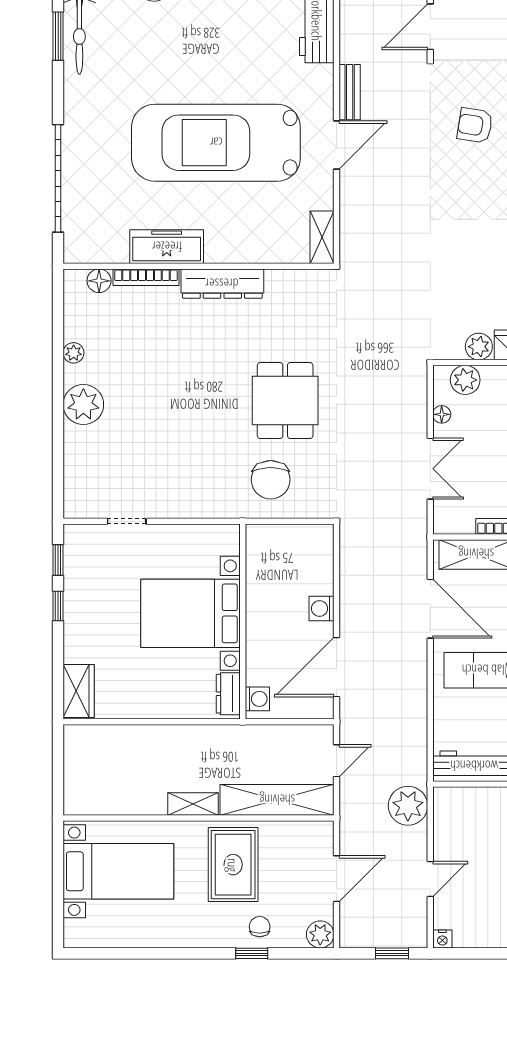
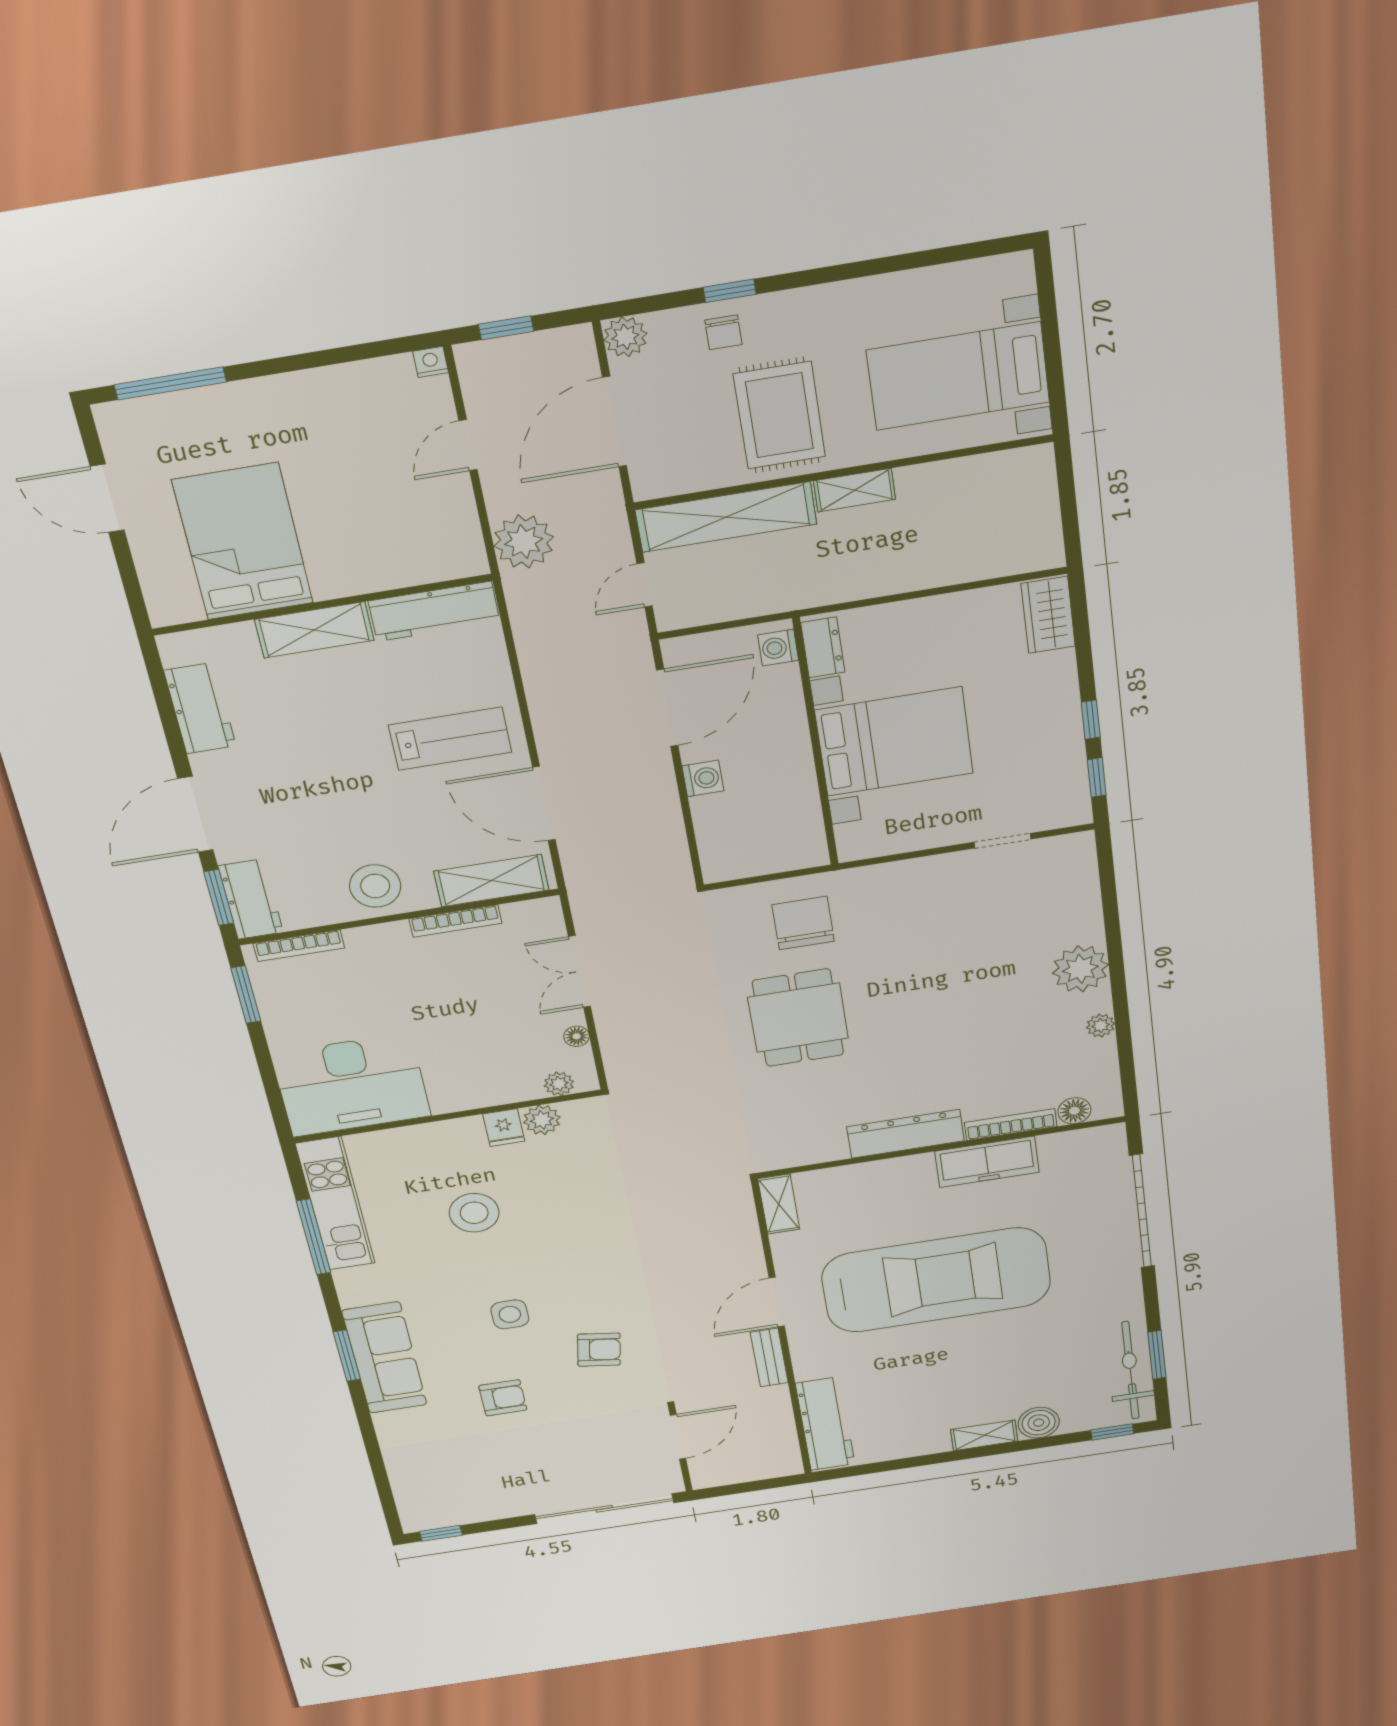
plant: (465, 380) -> (559, 1084), width x0.73, depth x0.73
door: (336, 879) -> (614, 422), width x1.36

